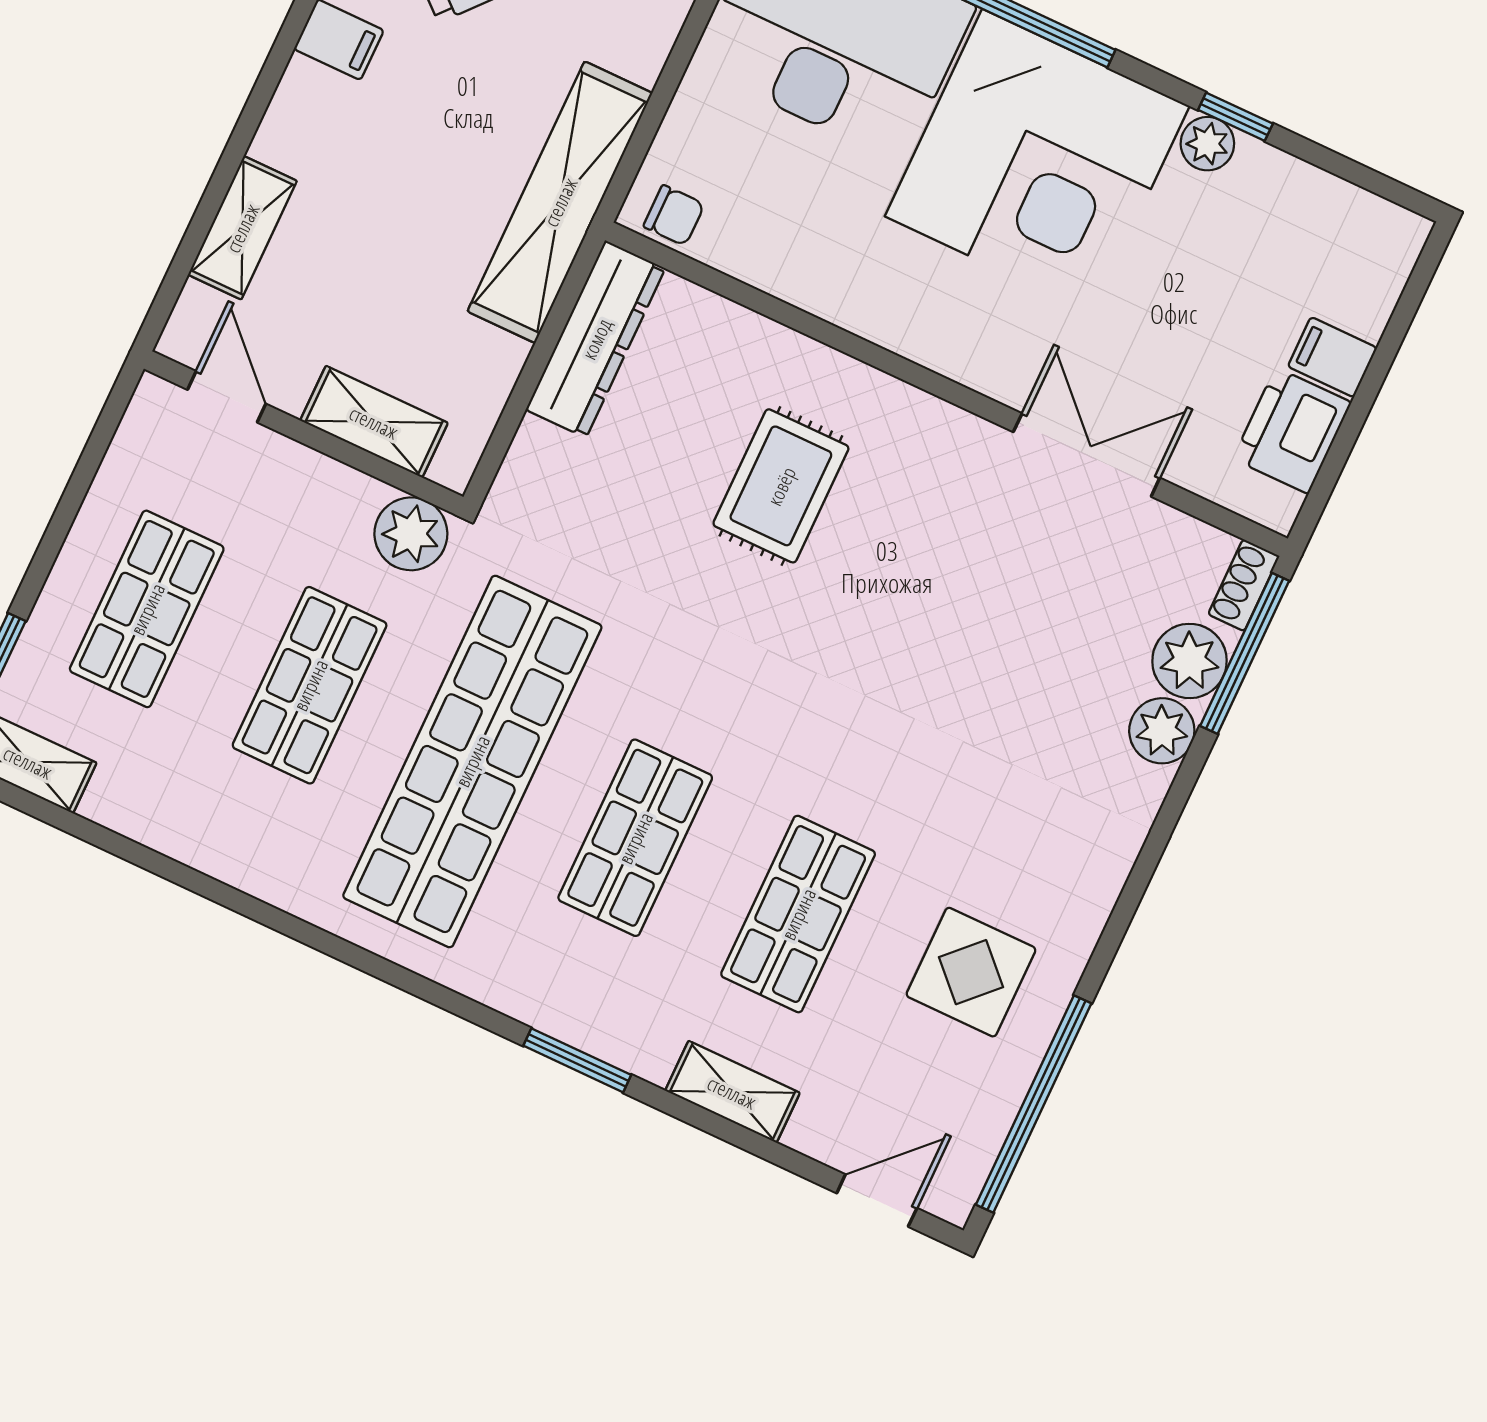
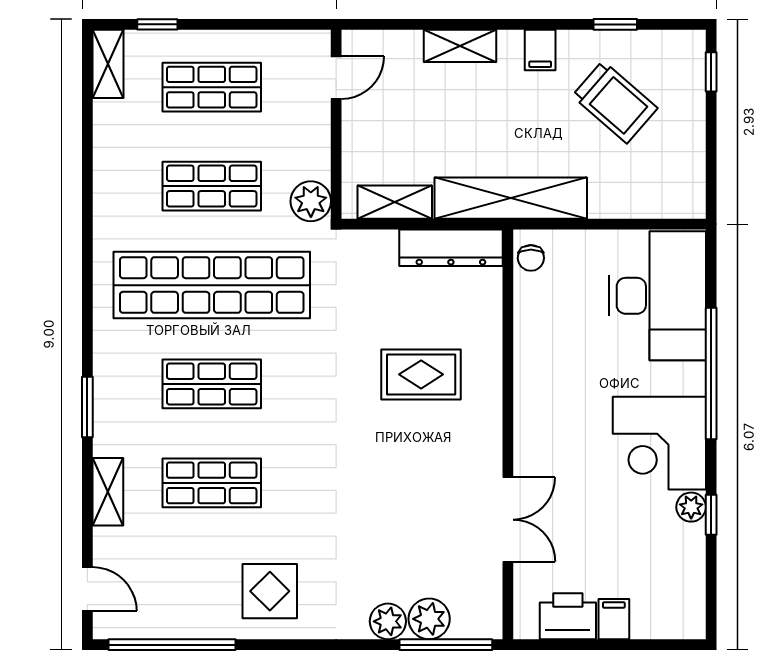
corner desk: (1037, 161) -> (659, 443), width x0.74, depth x0.74
shelving: (242, 228) -> (460, 46), moved
shelving: (374, 422) -> (395, 202), moved, turned 90
shoe rack: (1244, 585) -> (480, 628), removed
display table: (971, 972) -> (270, 591), moved

